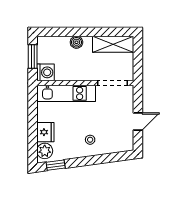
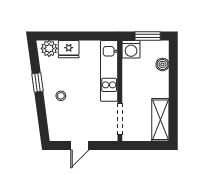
boiler: (76, 42) -> (162, 64), moved
door: (138, 122) -> (80, 146), hinge flipped
window: (56, 165) -> (37, 83), moved

